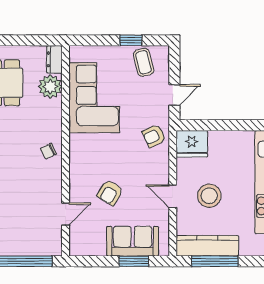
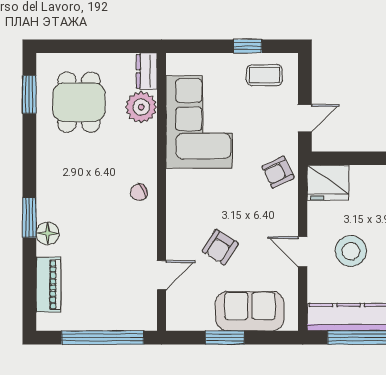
coffee table: (144, 62) -> (264, 75), turned -76
window: (134, 261) -> (225, 338), moved

